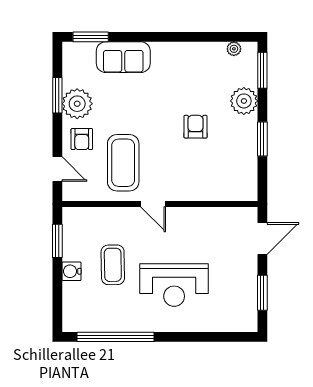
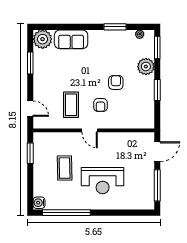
window: (91, 37) -> (115, 27), moved
plant: (77, 104) -> (43, 39), moved
armchair: (82, 139) -> (100, 105), moved
coffee table: (123, 163) -> (71, 105), width x0.73, depth x0.76
water cooler: (72, 271) -> (39, 203), moved
window: (262, 293) -> (157, 185), width x1.44

